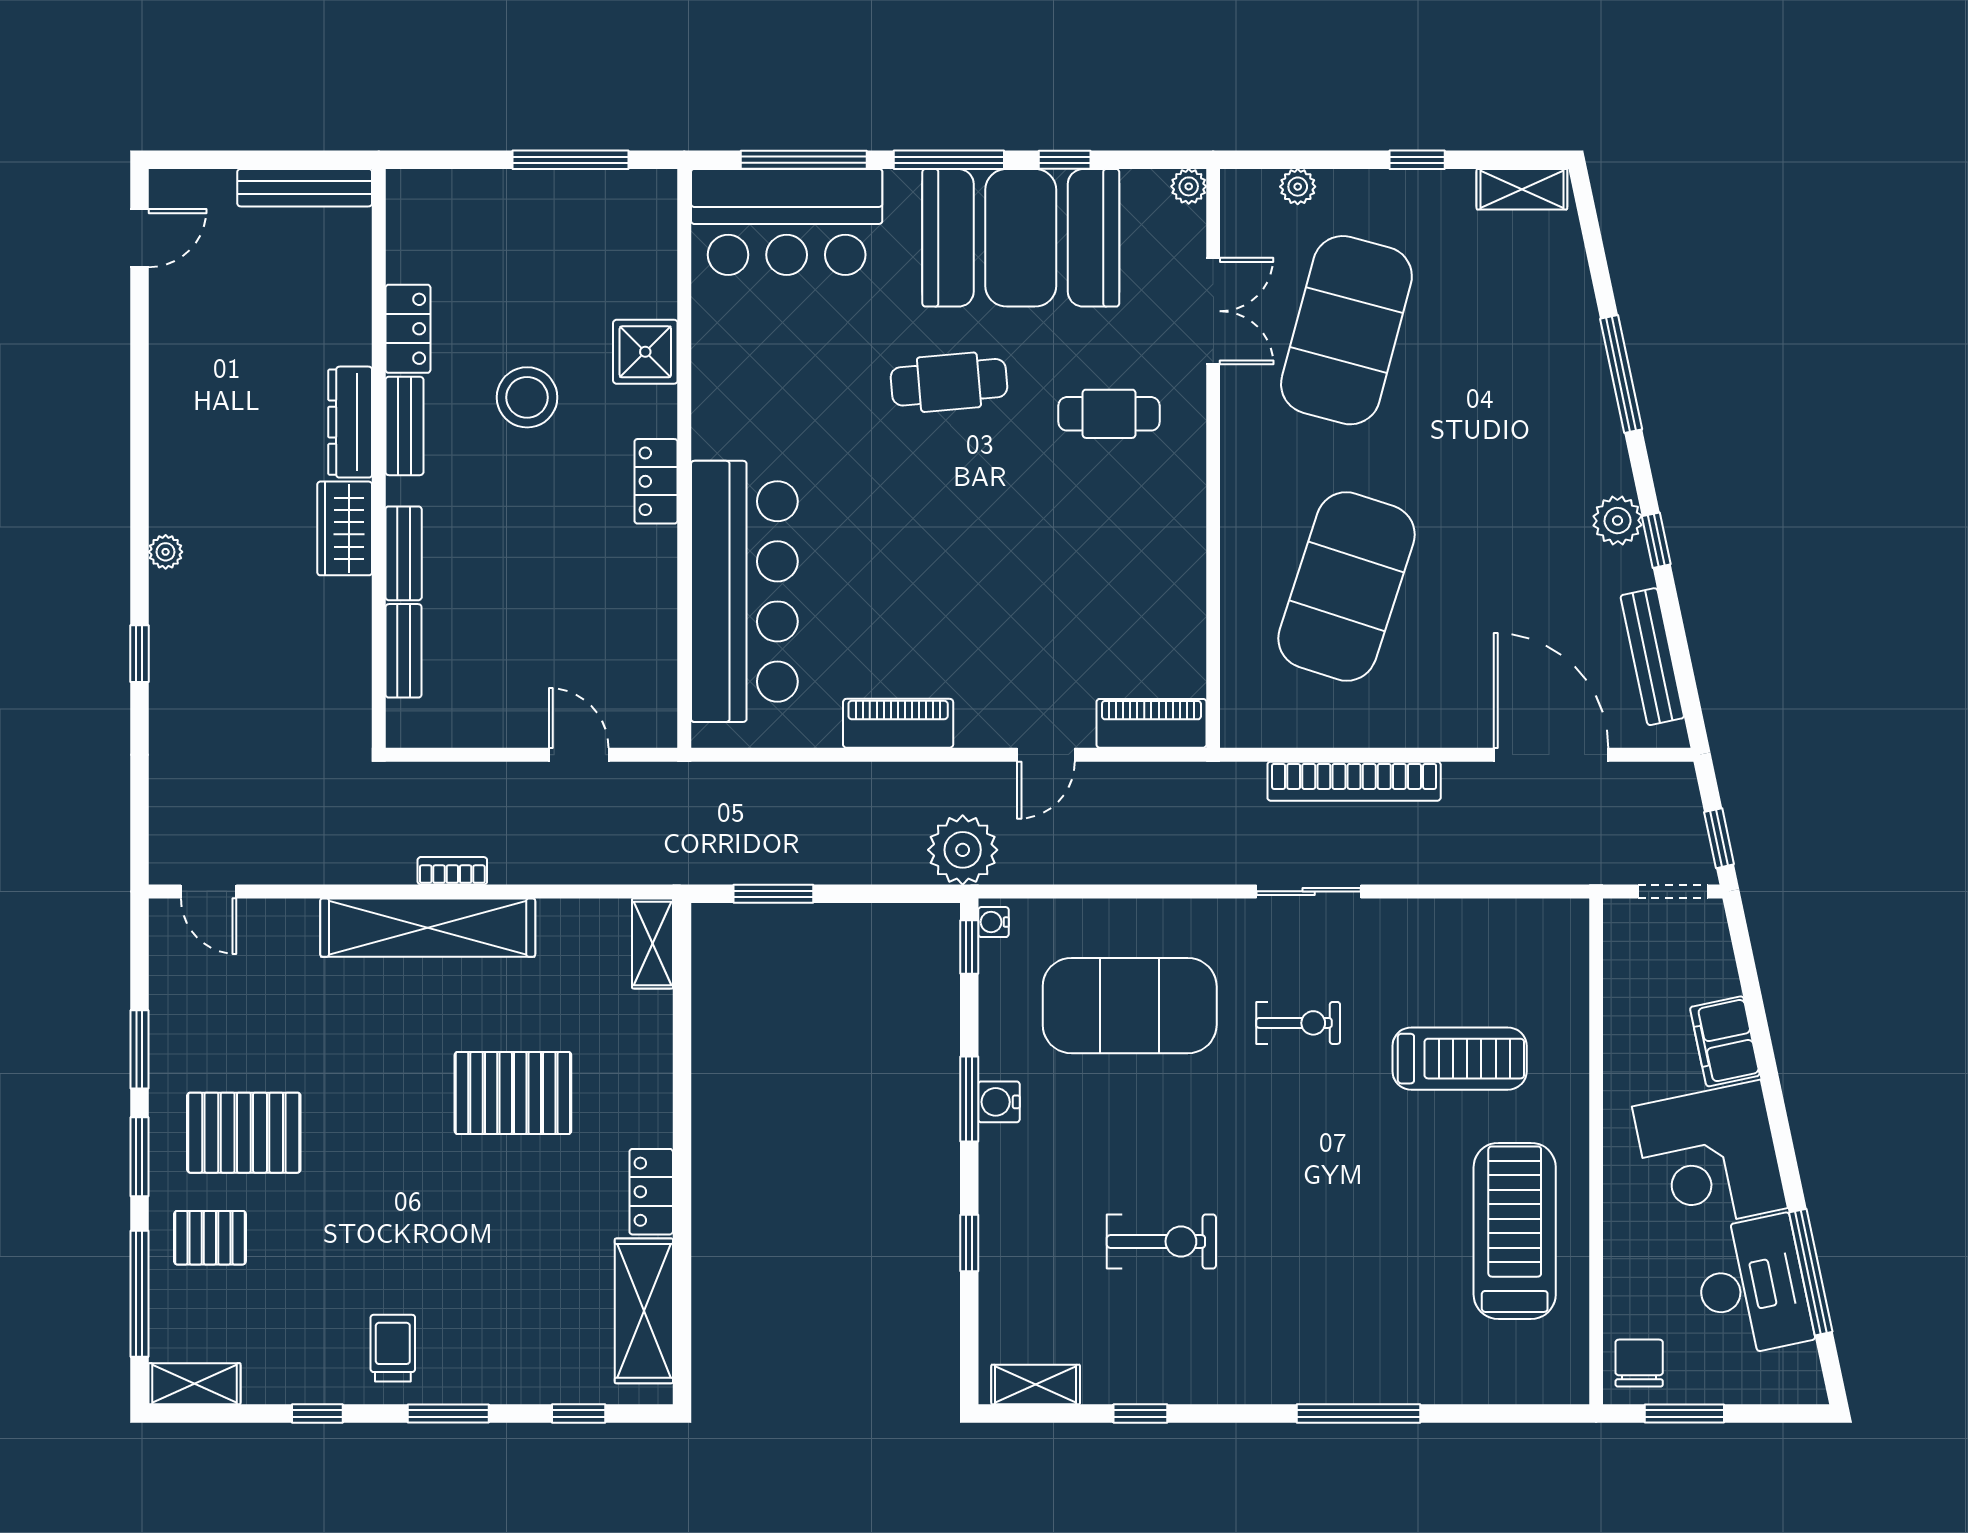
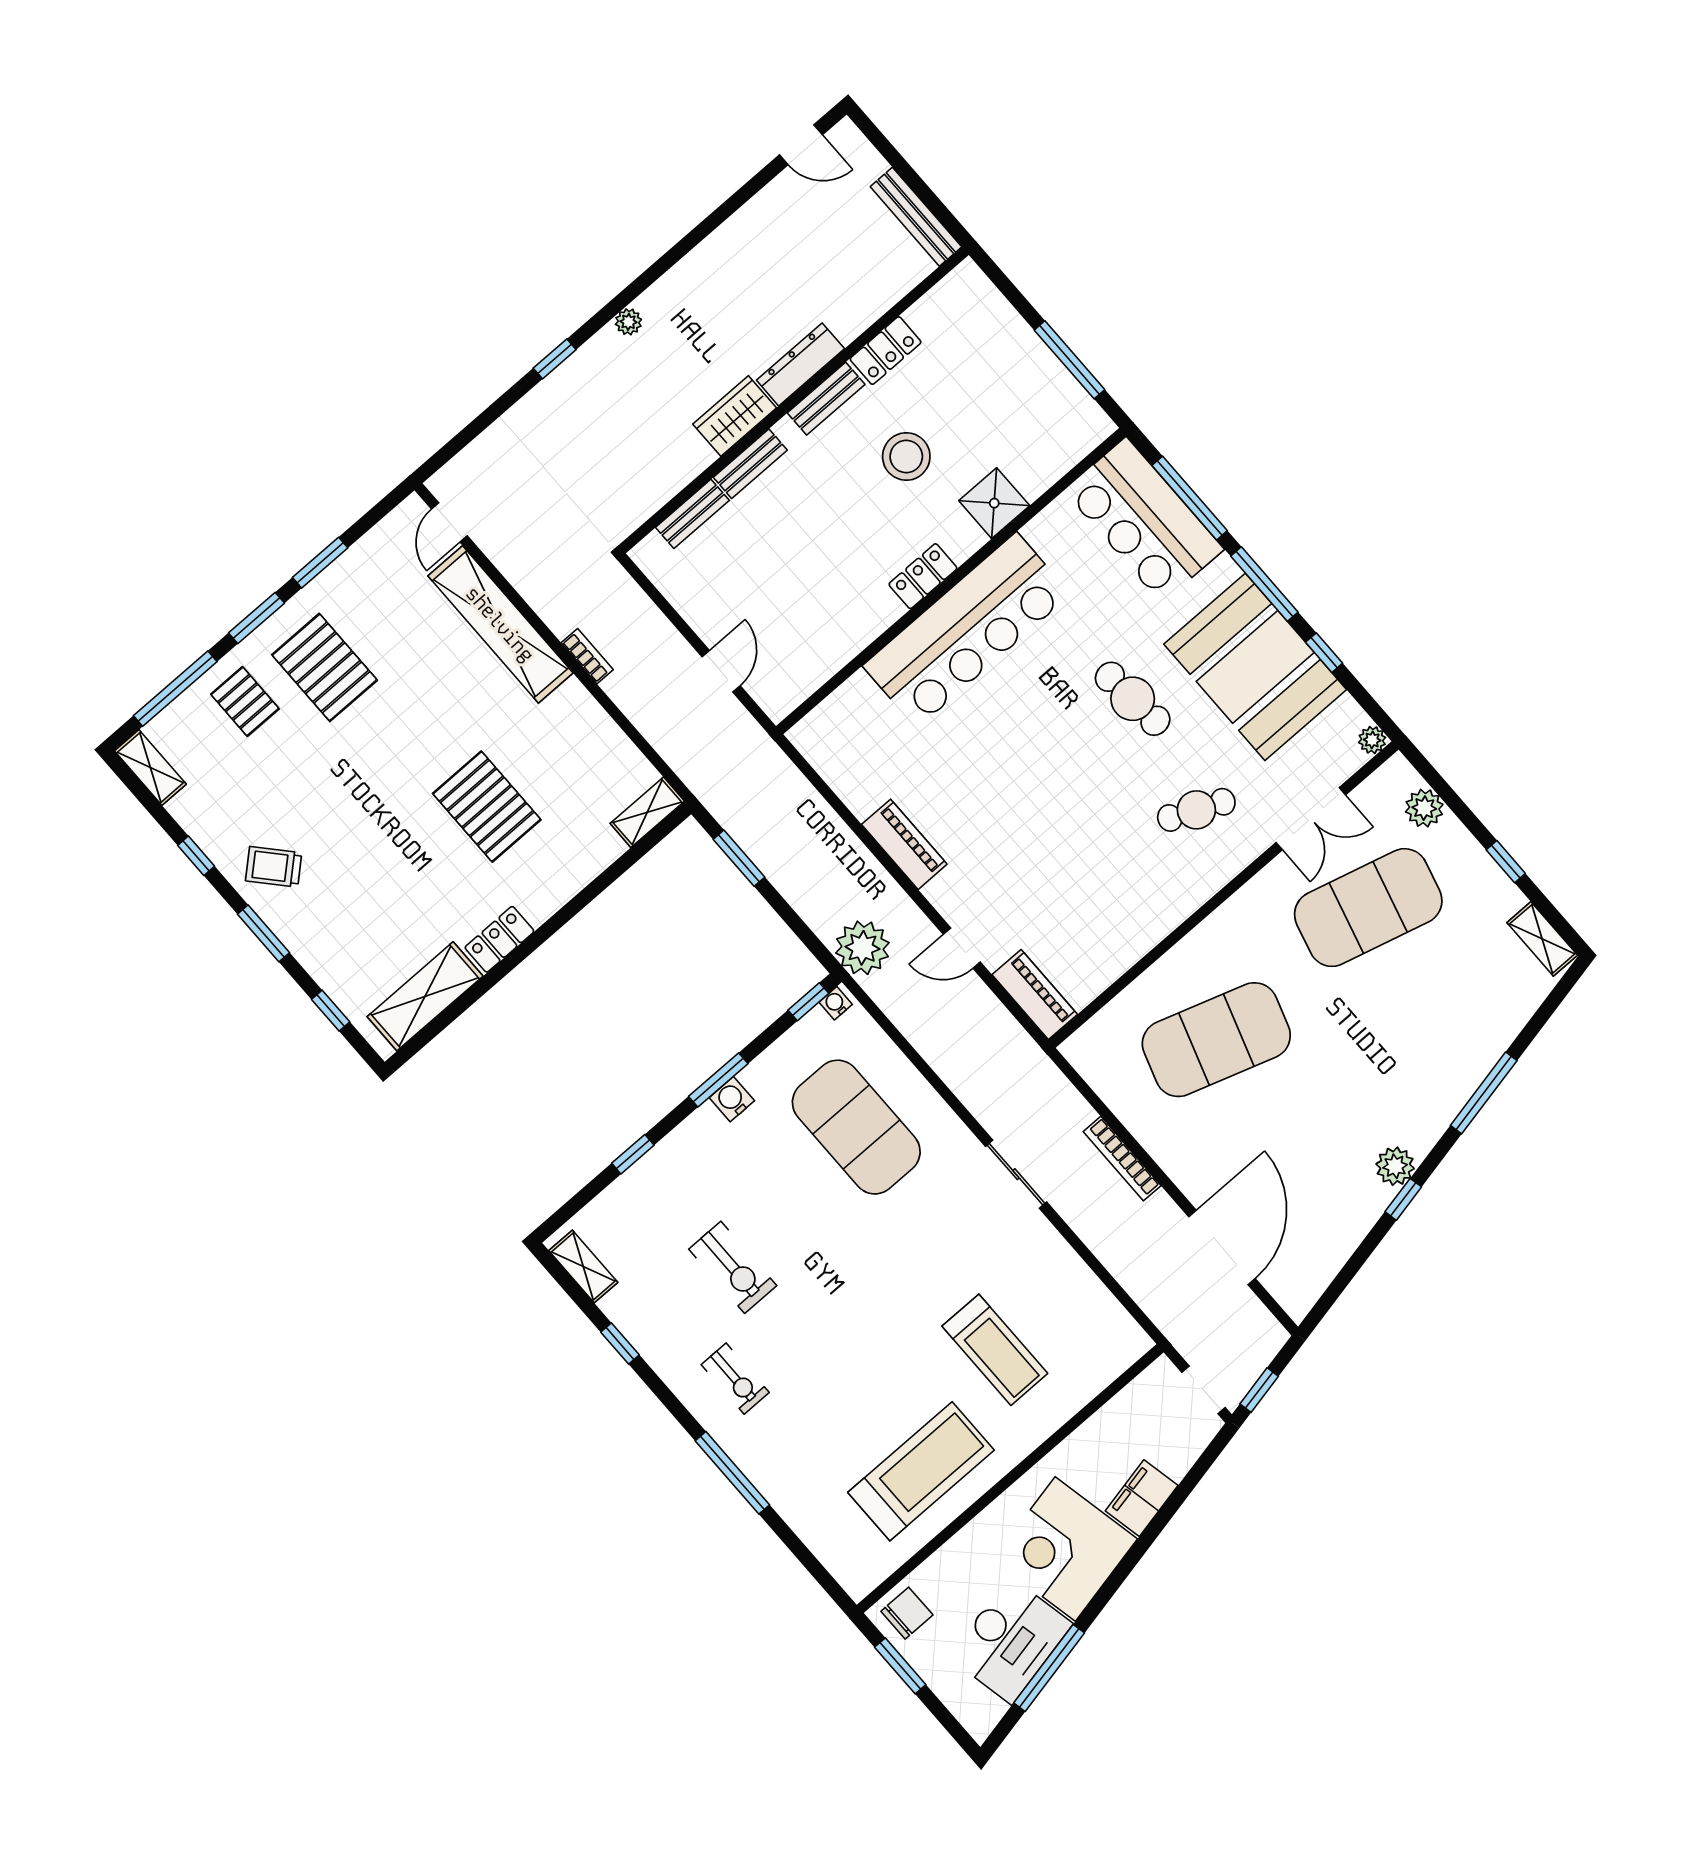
plant: (1298, 187) -> (1424, 808), width x1.38, depth x1.38
cafe table: (1109, 414) -> (1196, 810), turned -66
bar counter: (744, 591) -> (967, 630), moved
bench: (1652, 657) -> (1332, 1257), removed
bookcase: (1354, 781) -> (1122, 1159), width x0.68, depth x0.76
shelving: (428, 928) -> (500, 624), moved
exercise bike: (1298, 1023) -> (735, 1379), moved
trolley: (393, 1348) -> (274, 867), turned -132

